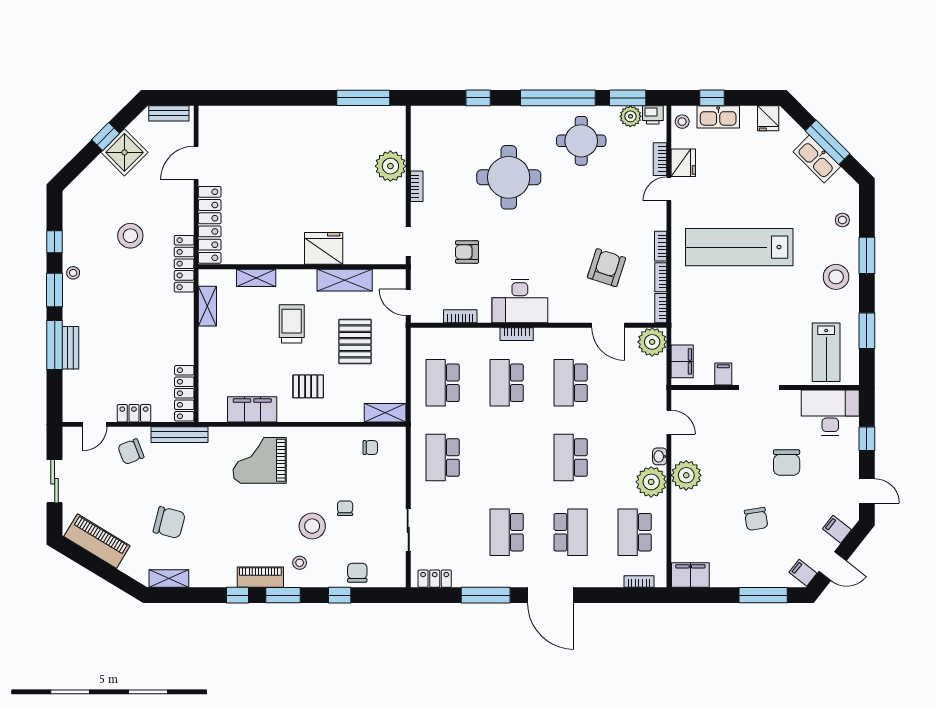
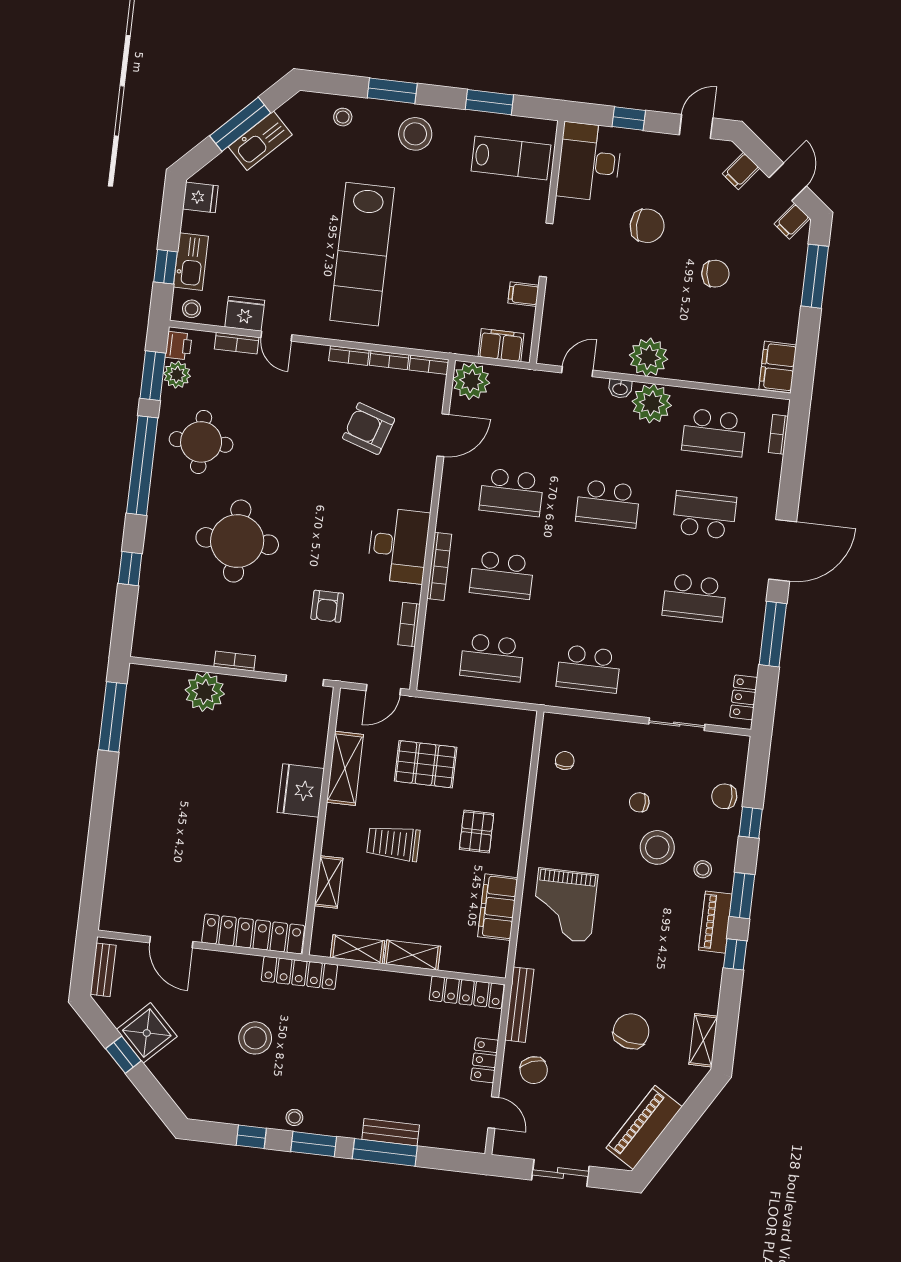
bookcase: (517, 334) -> (439, 566), width x1.56
shelving: (385, 413) -> (412, 955), moved, turned 90

